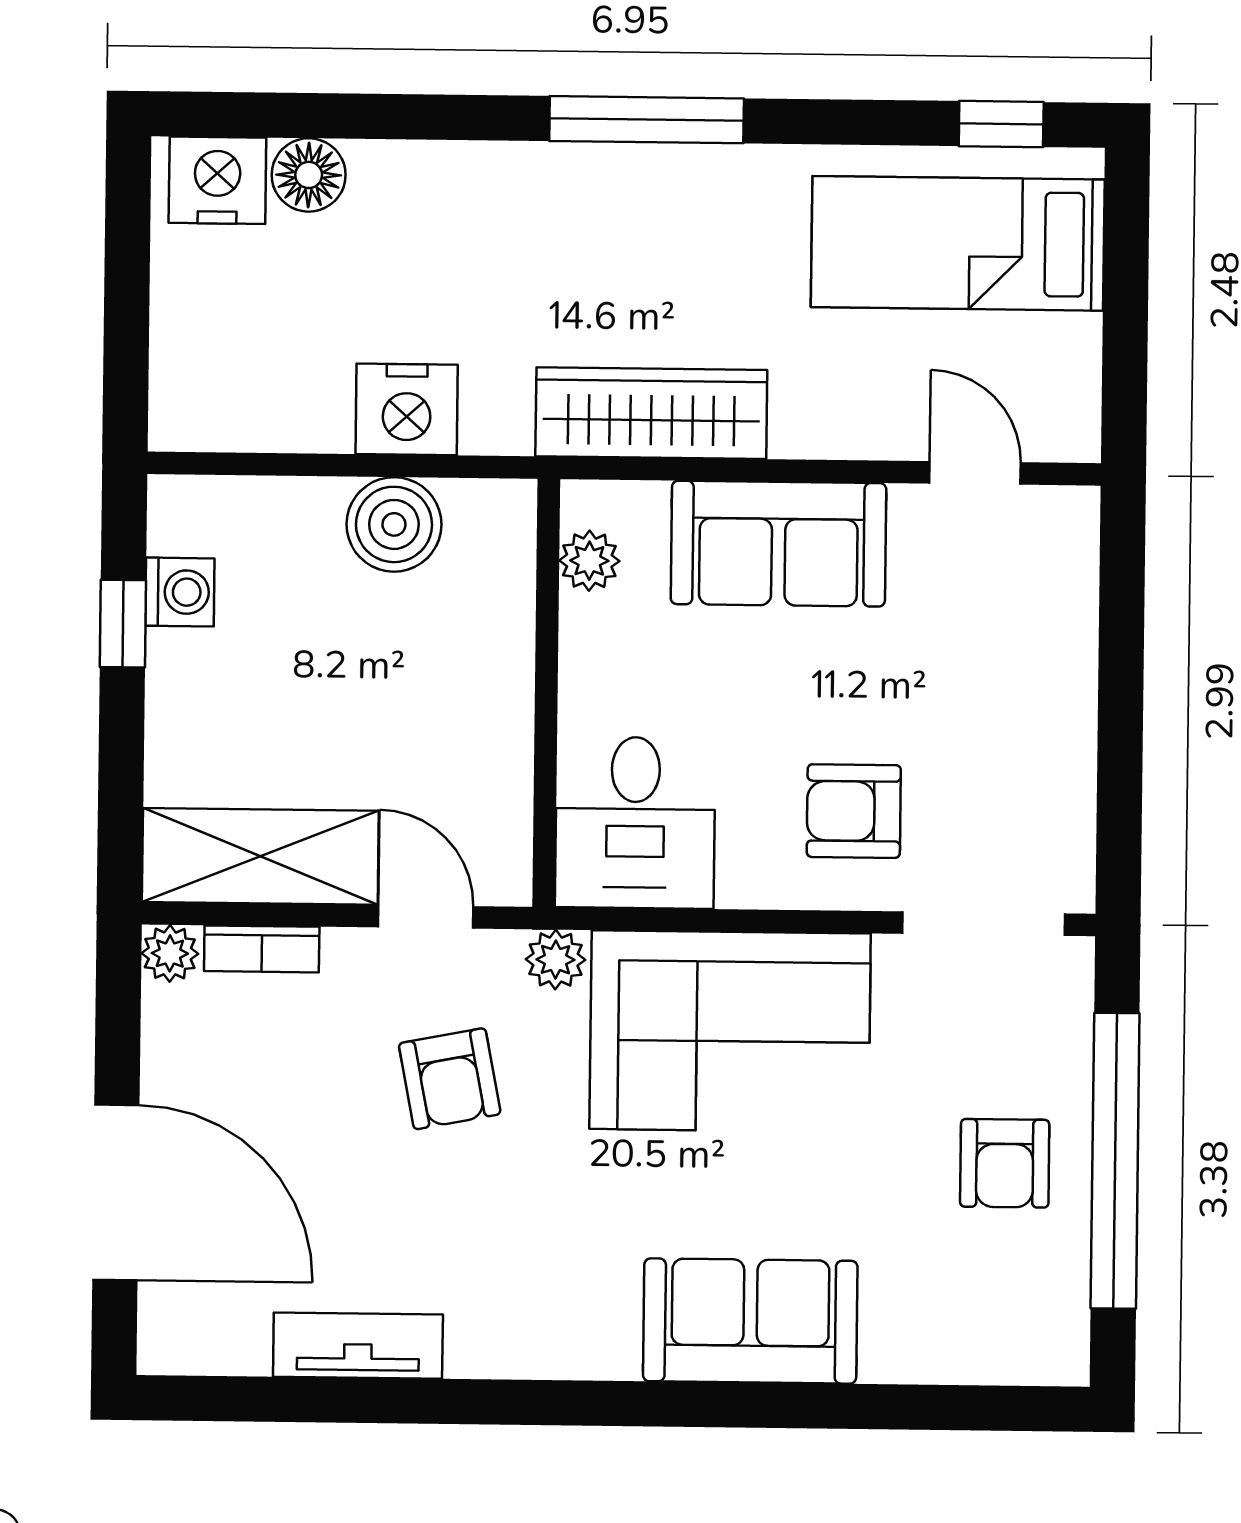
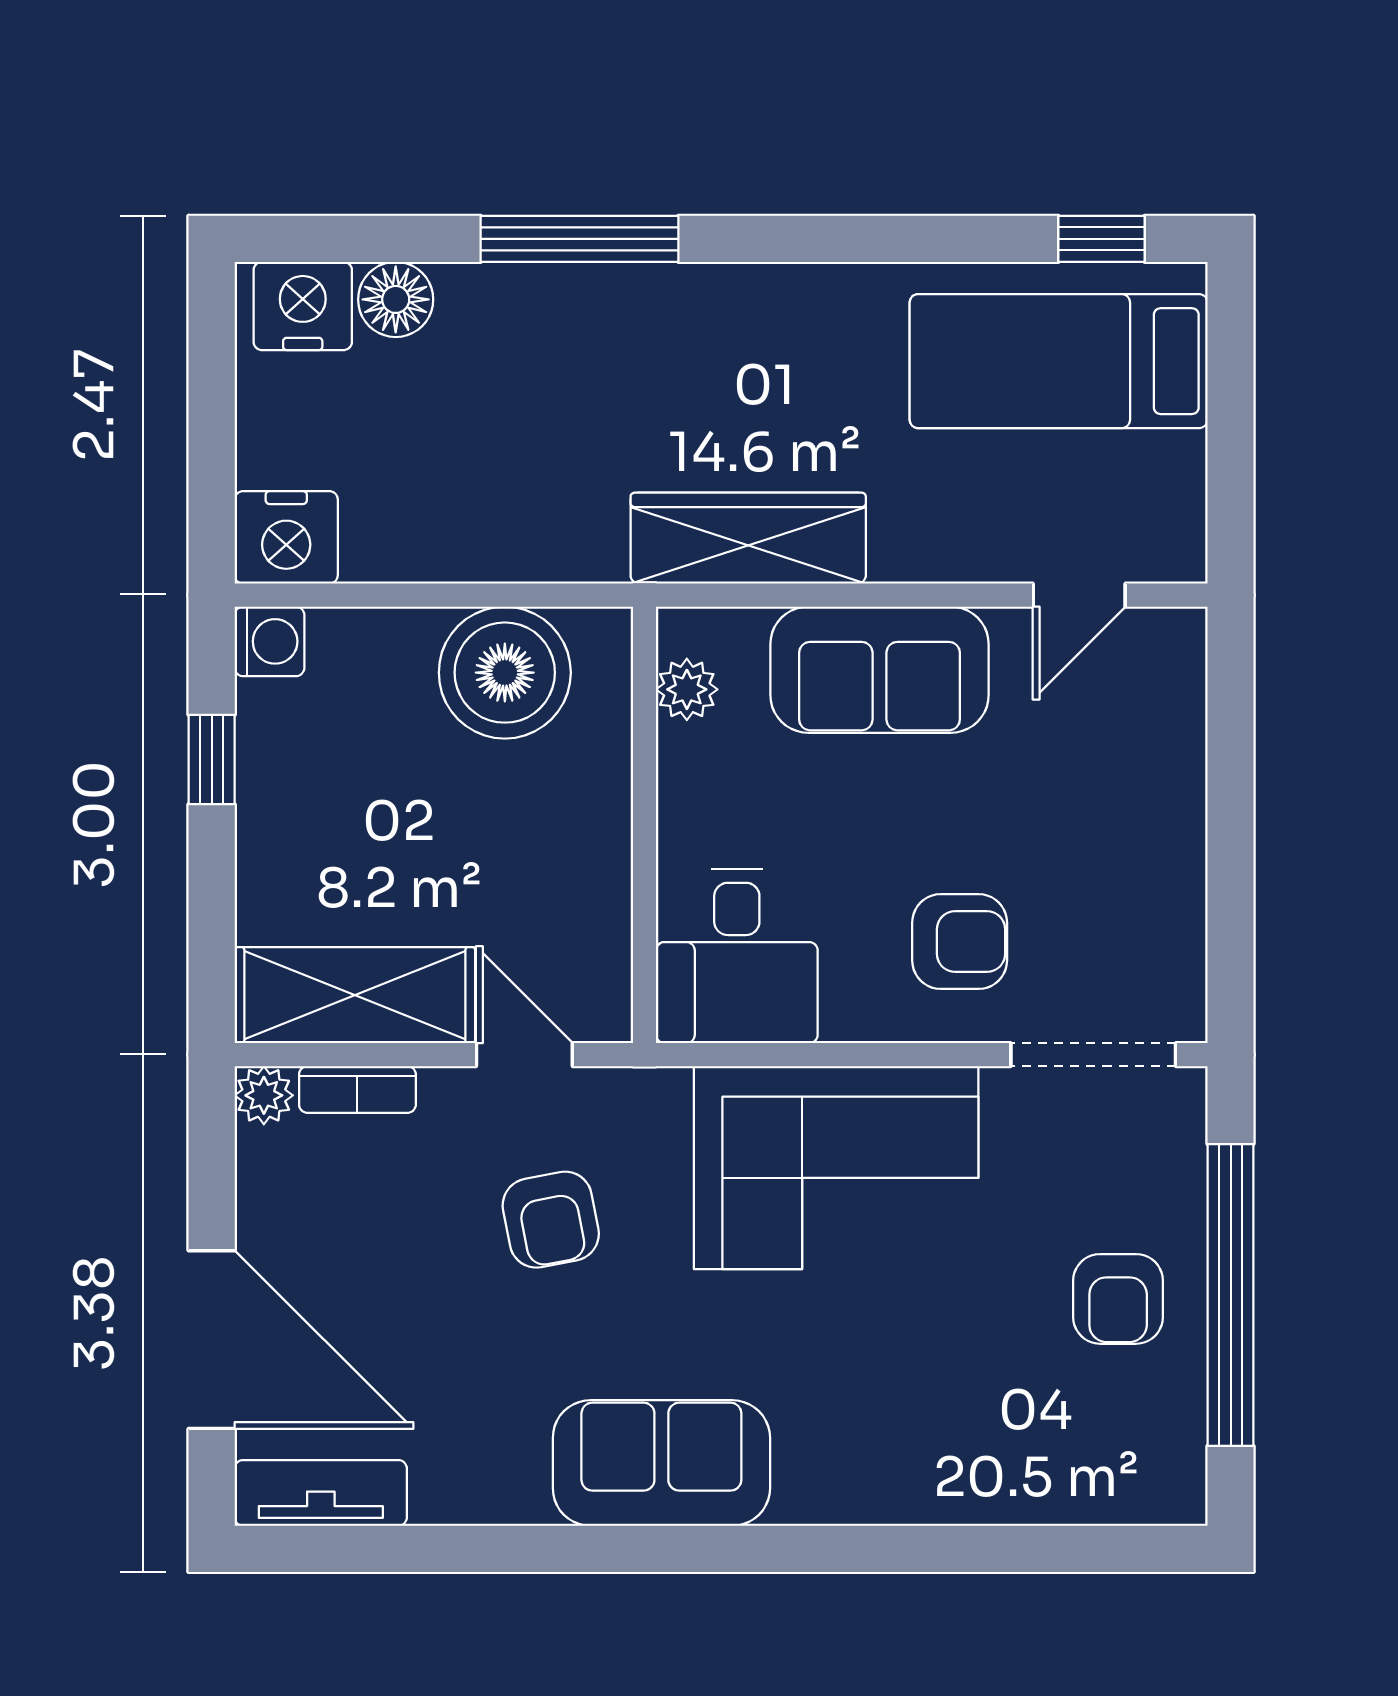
window: (647, 120) -> (580, 239), moved
nightstand: (407, 409) -> (286, 537), moved
door: (975, 473) -> (1079, 595), swing flipped
boiler: (394, 524) -> (505, 673), width x1.37, depth x1.37
washing machine: (180, 592) -> (270, 641), moved
armchair: (854, 811) -> (960, 942), turned 180
plant: (556, 960) -> (657, 1097), removed
sofa: (750, 1321) -> (661, 1463), moved
tv unit: (358, 1346) -> (321, 1493), moved

